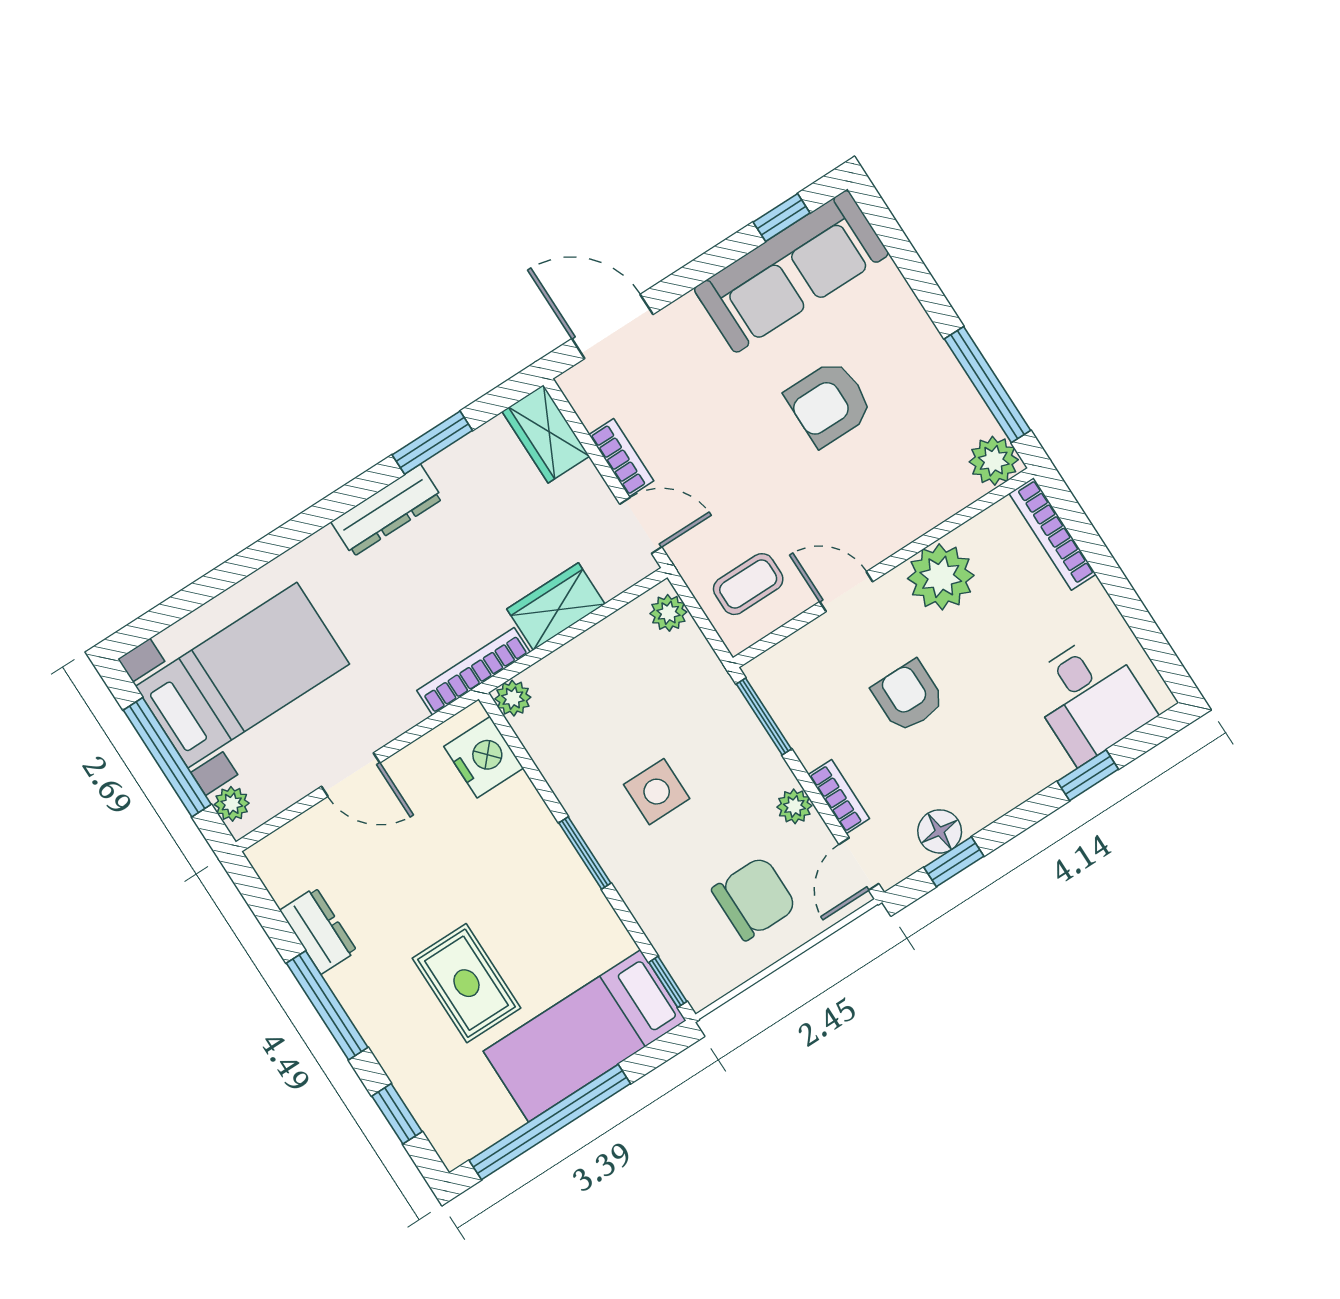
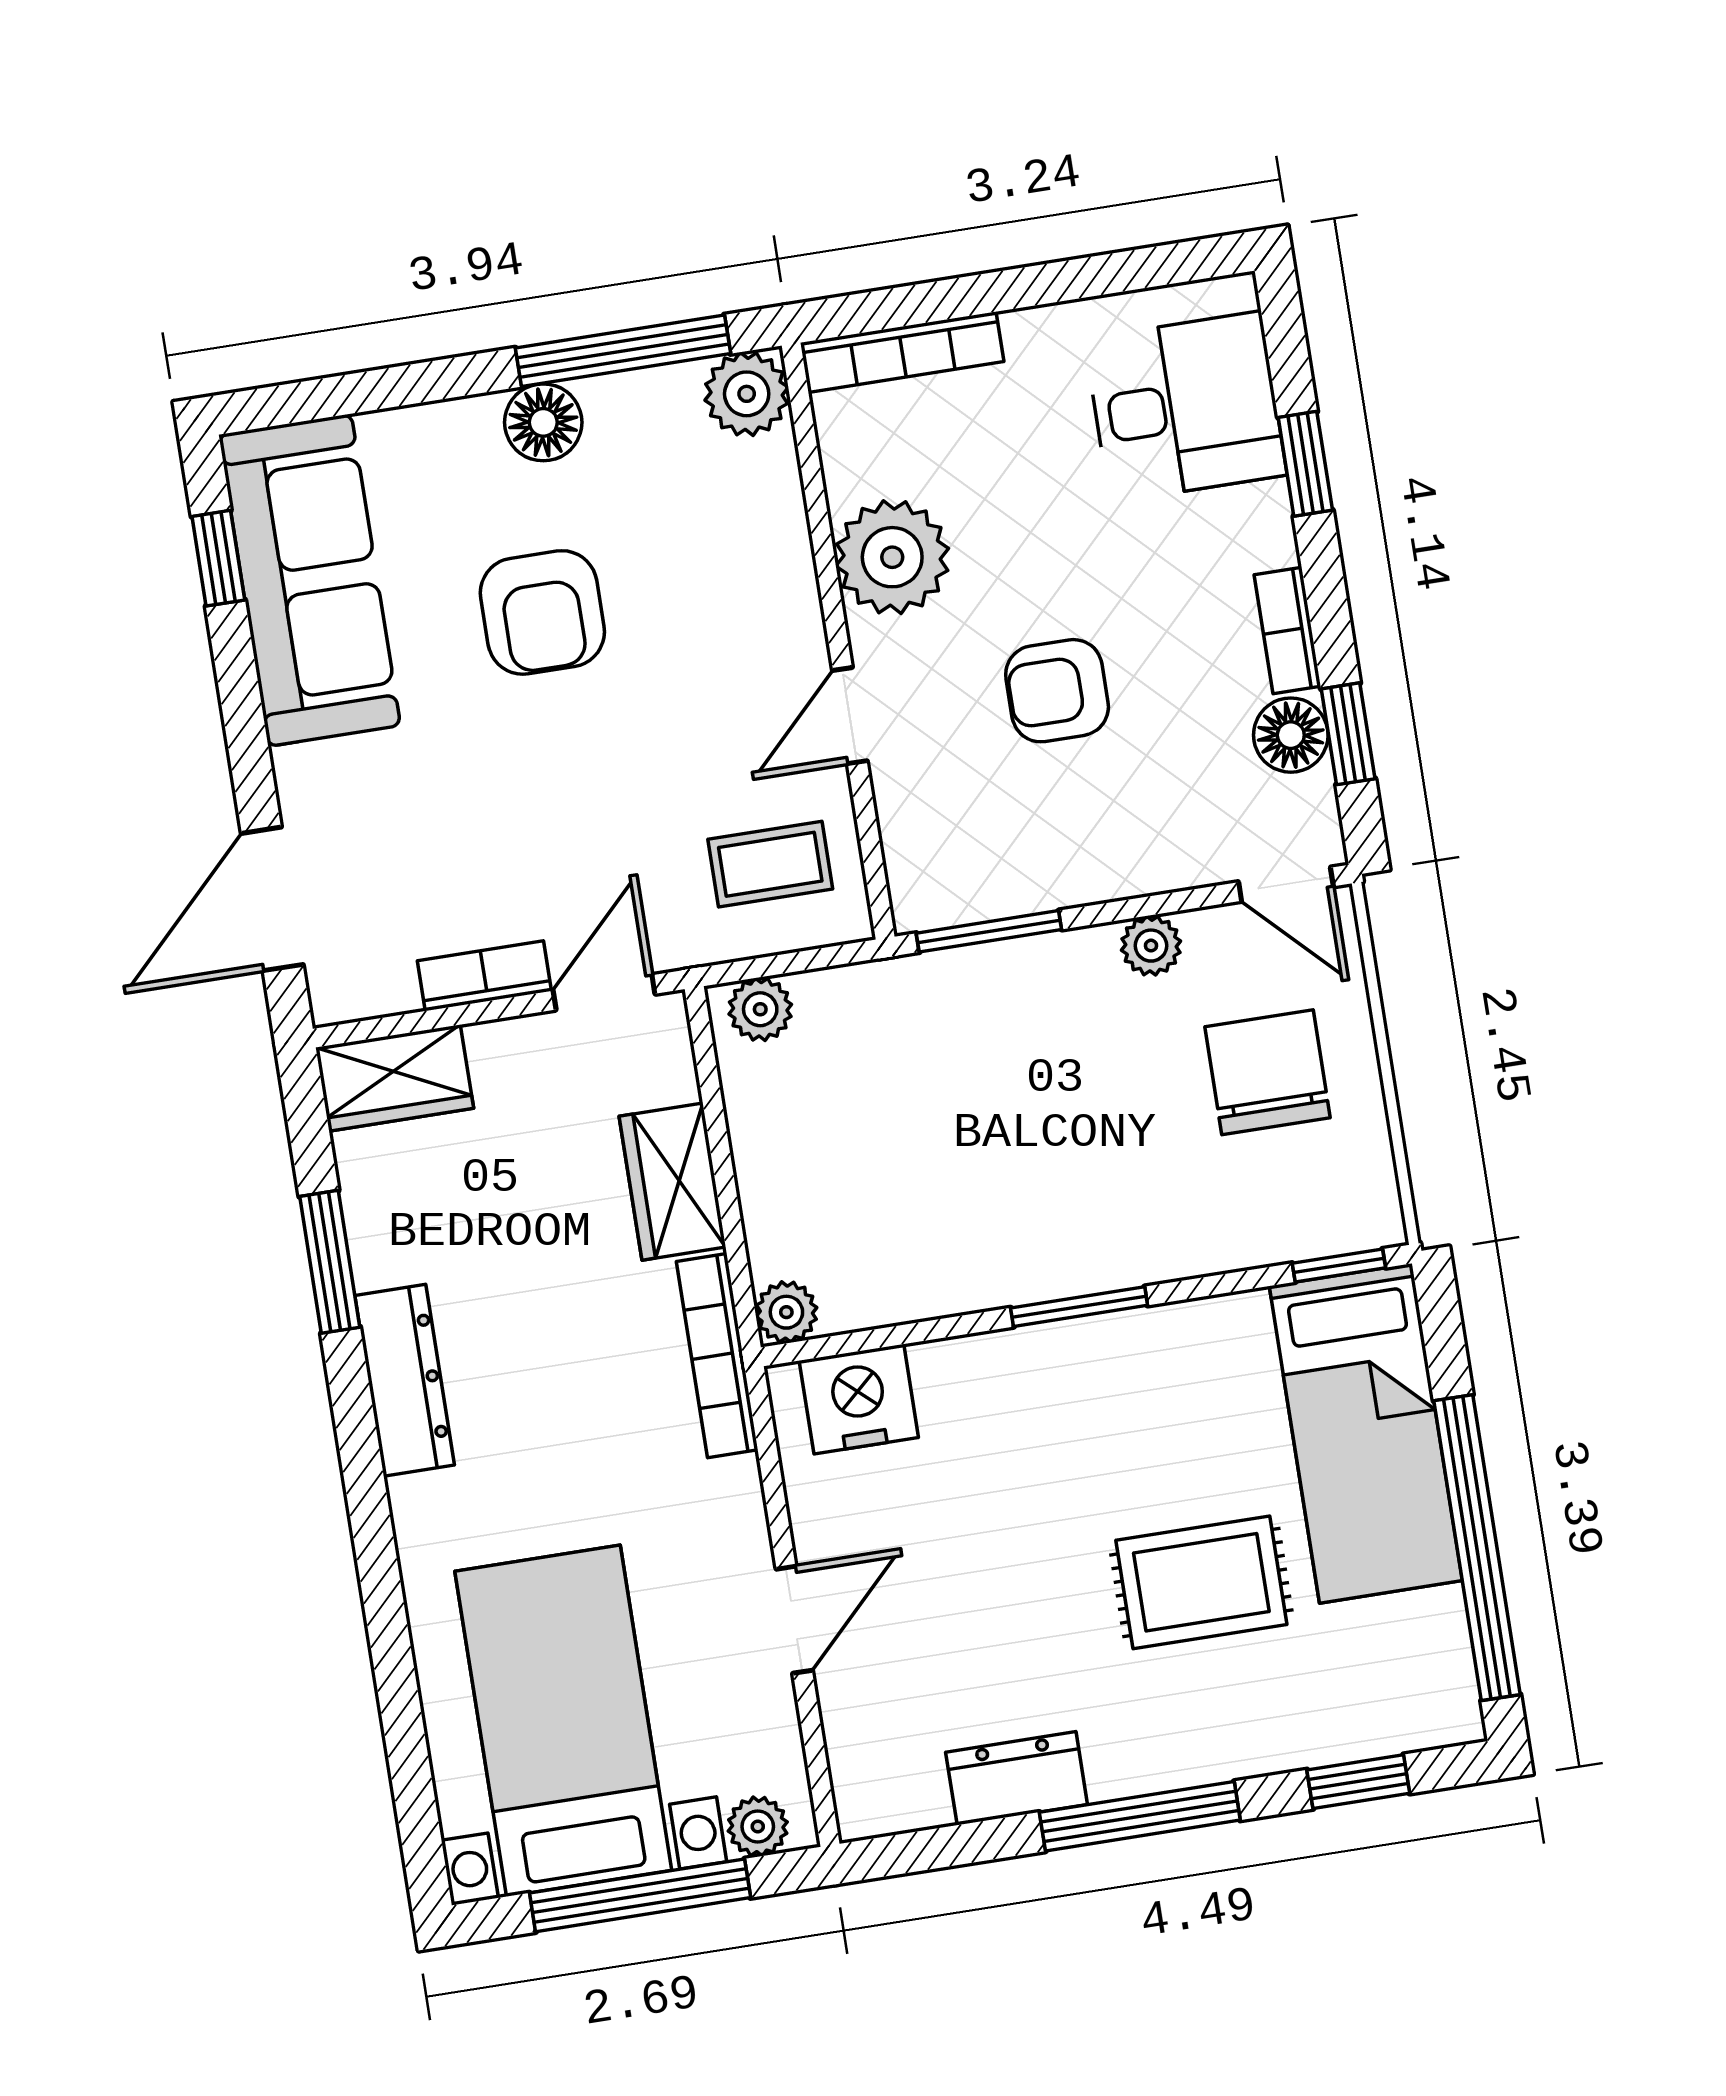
floor lamp: (931, 359) -> (543, 422), added
coffee table: (748, 584) -> (770, 864), turned 90
side table: (657, 792) -> (1032, 1151), removed
bookcase: (839, 797) -> (1287, 631), moved, turned -90

